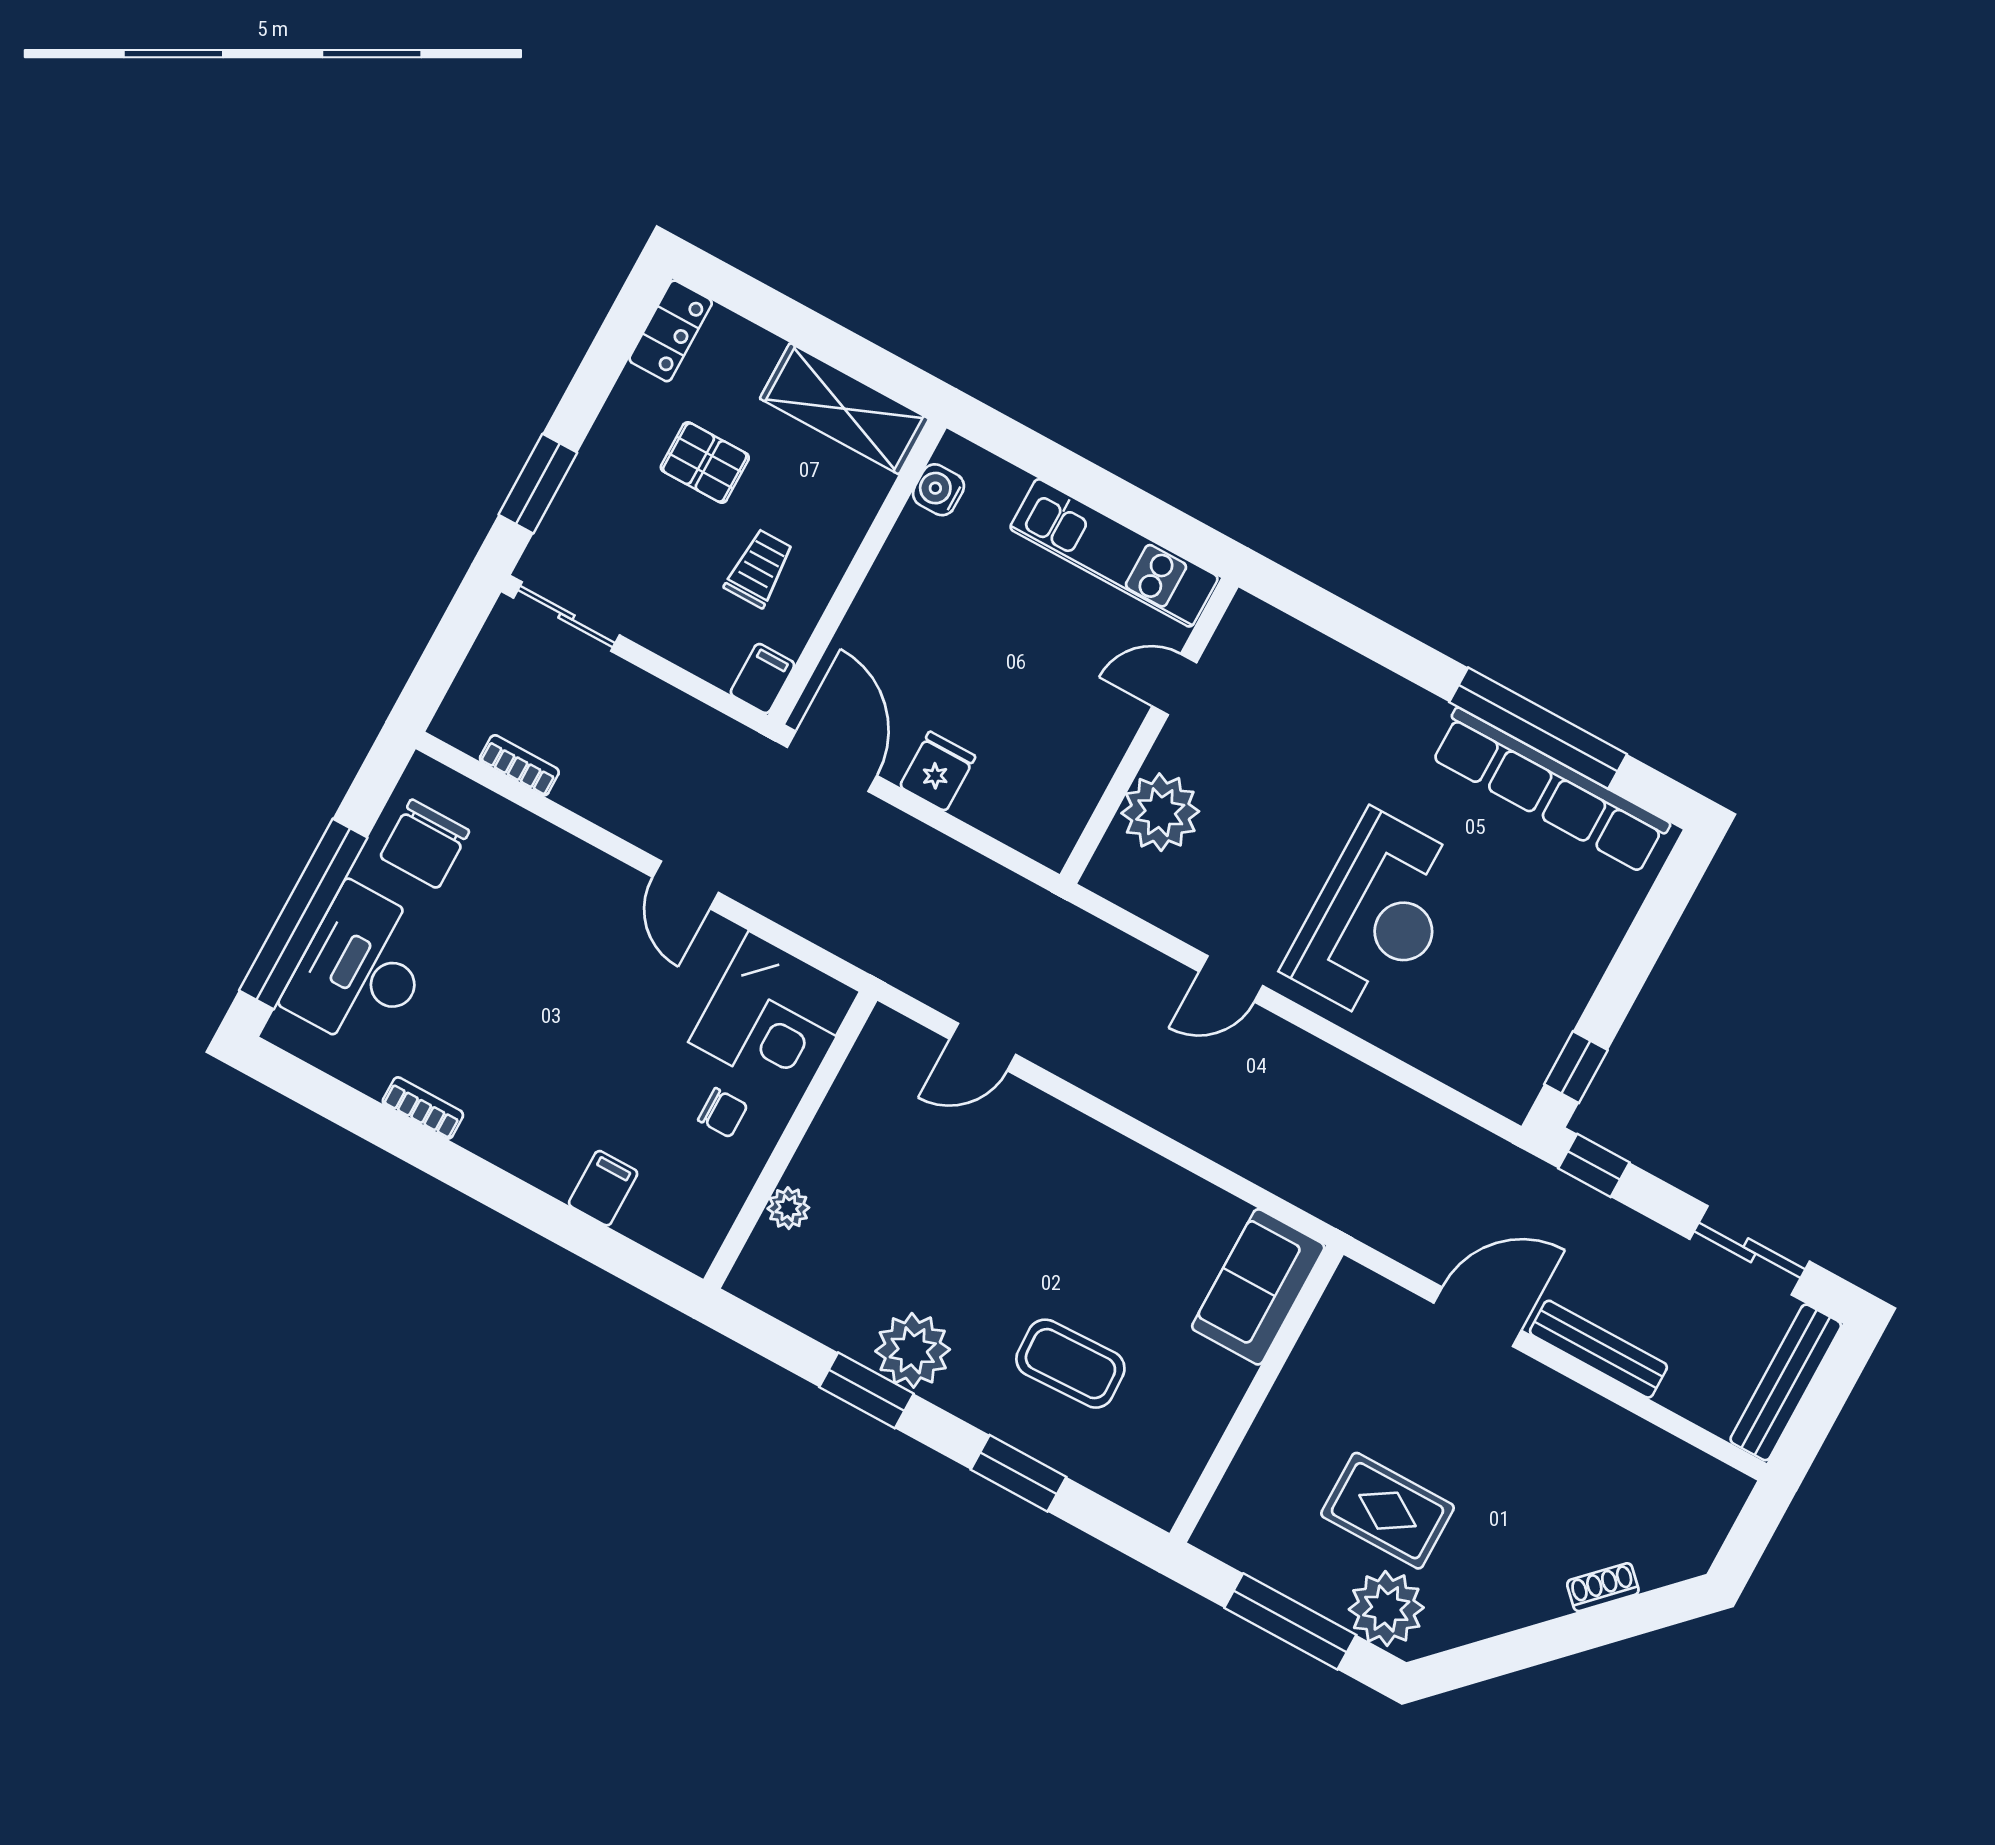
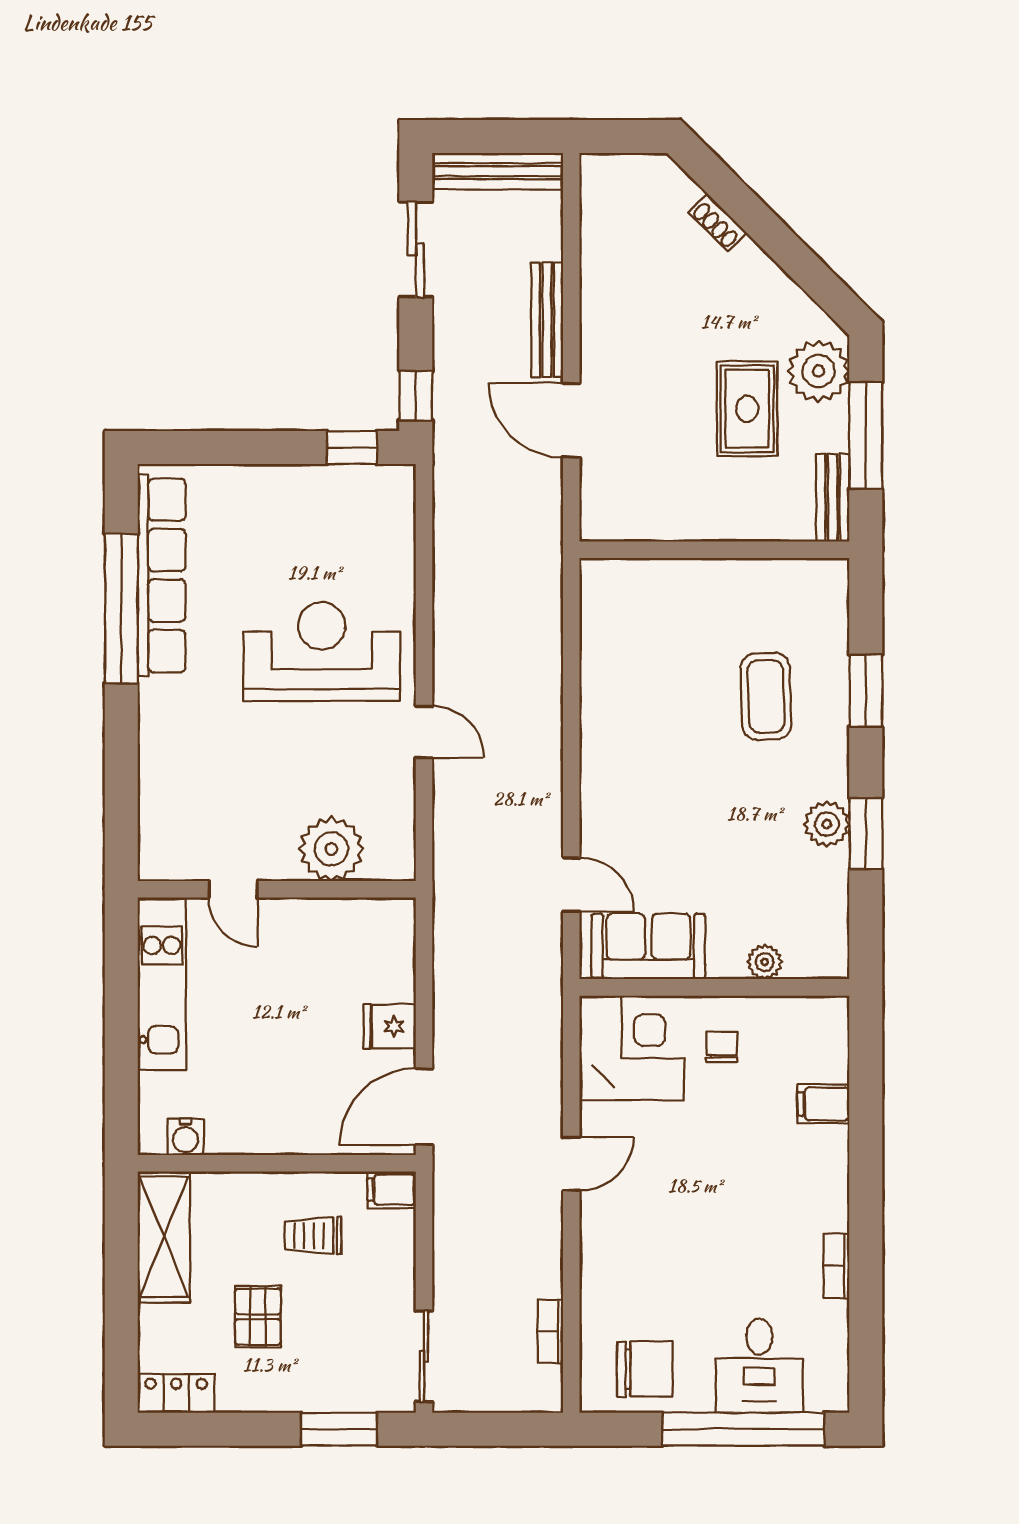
desk: (362, 968) -> (759, 1366), width x0.73
sofa: (1258, 1287) -> (648, 946), moved, turned 180
plant: (913, 1350) -> (827, 824), width x0.73, depth x0.73
bench: (1243, 1550) -> (833, 498), added

